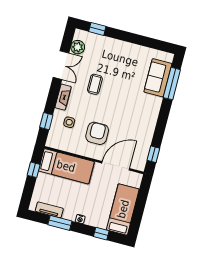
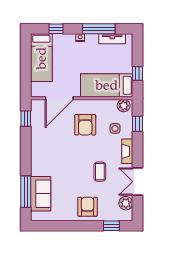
armchair: (116, 53) -> (88, 207), added
plant: (55, 142) -> (124, 106), added
window: (60, 223) -> (99, 29), width x1.44

